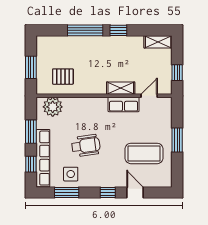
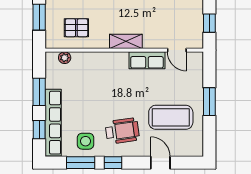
shelving: (121, 88) -> (126, 41), moved
door: (149, 96) -> (177, 50), swing flipped
plant: (53, 107) -> (65, 58), width x0.53, depth x0.53
wheelchair: (86, 146) -> (122, 131), moved
window: (108, 192) -> (113, 163), moved

